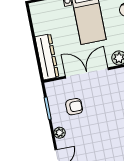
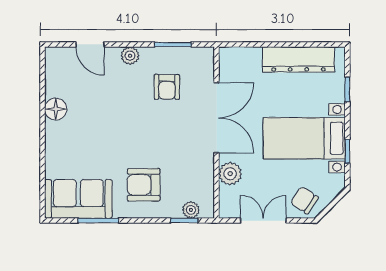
dresser: (47, 57) -> (298, 59), moved

